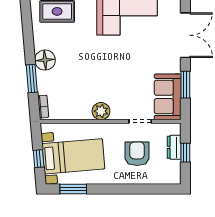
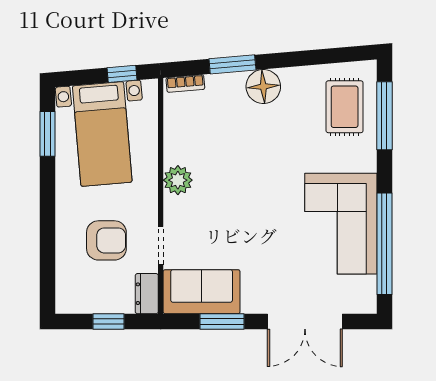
dresser: (174, 147) -> (147, 294), moved, turned -90
window: (39, 159) -> (122, 74), moved

